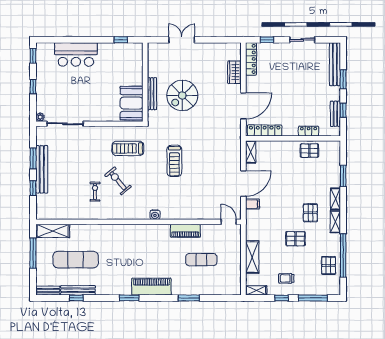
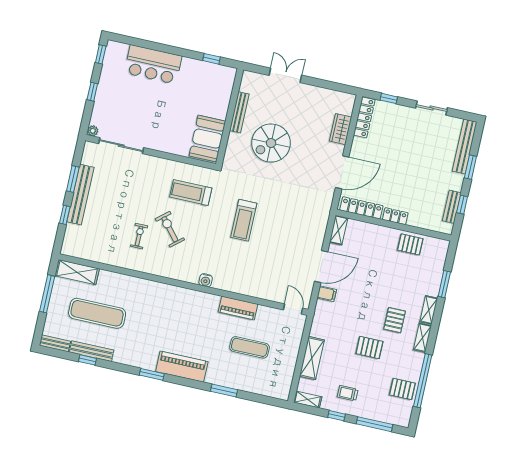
bench: (152, 94) -> (239, 112), moved
locker: (309, 131) -> (395, 216), moved
pallet: (329, 265) -> (402, 389), turned 90

